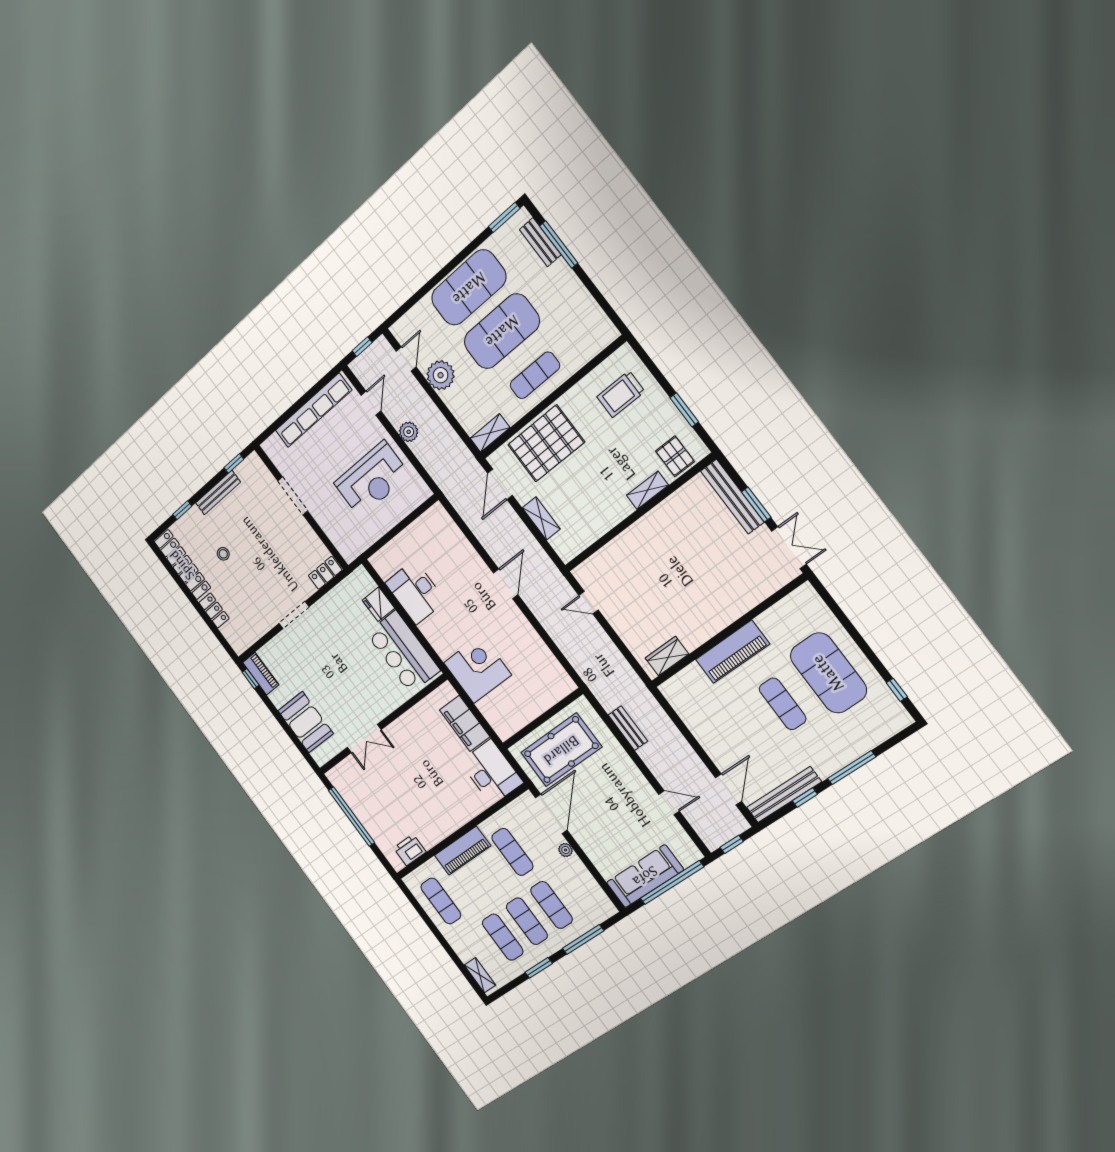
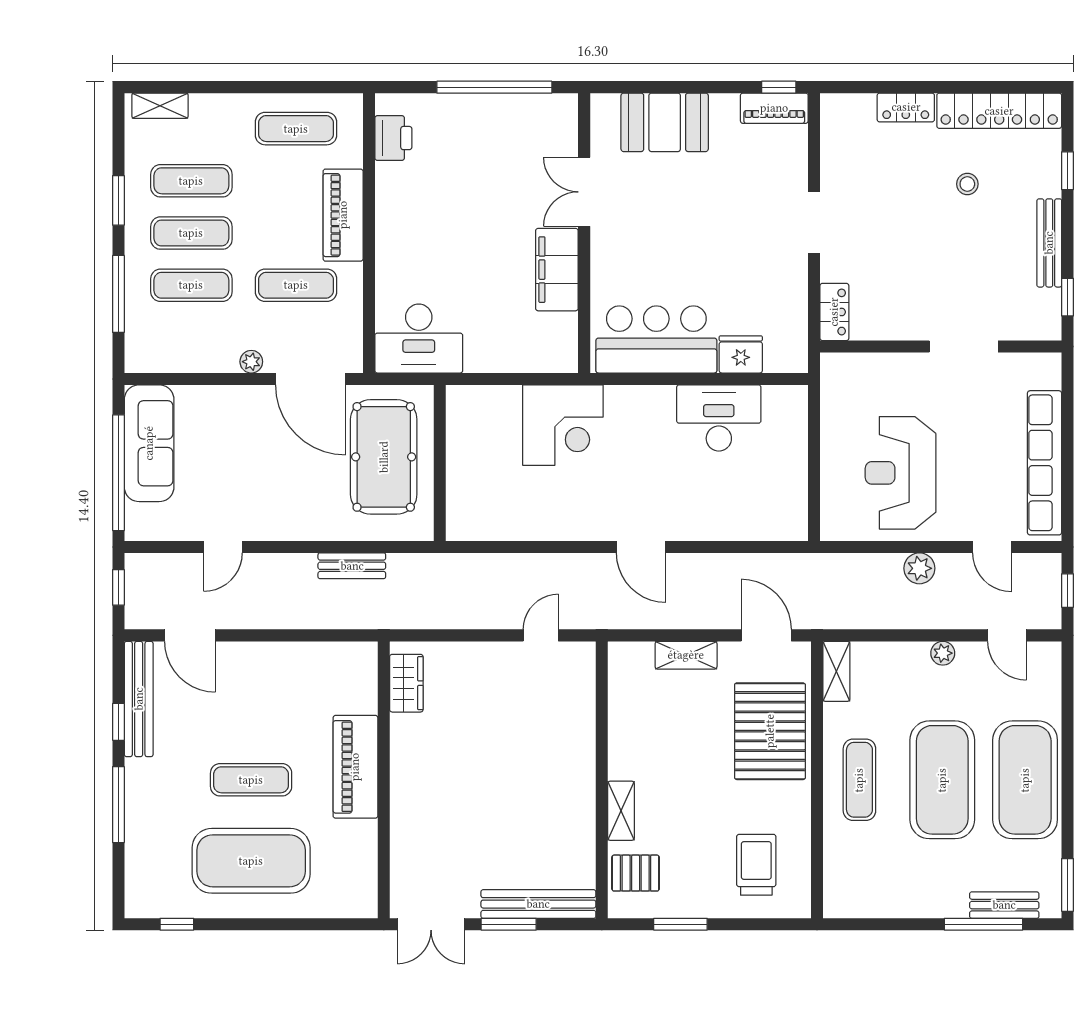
plant: (441, 375) -> (943, 653), width x0.53, depth x0.53
filing cabinet: (465, 723) -> (557, 270), moved, turned -90

